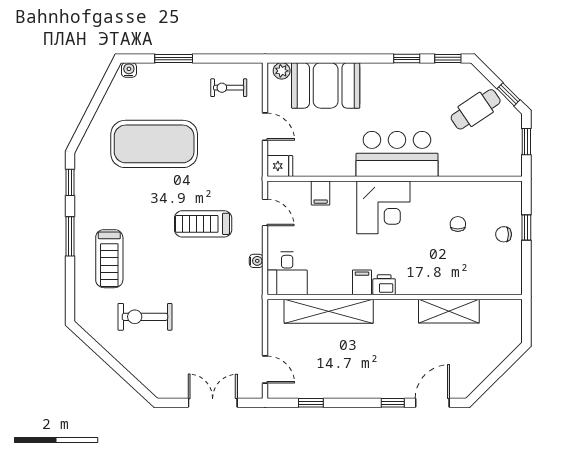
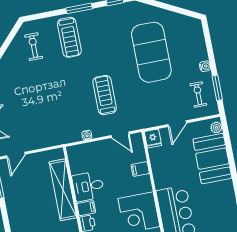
window: (174, 58) -> (217, 88), moved
water cooler: (129, 70) -> (205, 66), moved
door: (265, 213) -> (120, 135), hinge flipped
treadmill: (109, 259) -> (69, 37), turned -90
desk: (287, 273) -> (88, 186), moved
exercise bike: (145, 317) -> (34, 47), moved, width x0.73, depth x0.72

